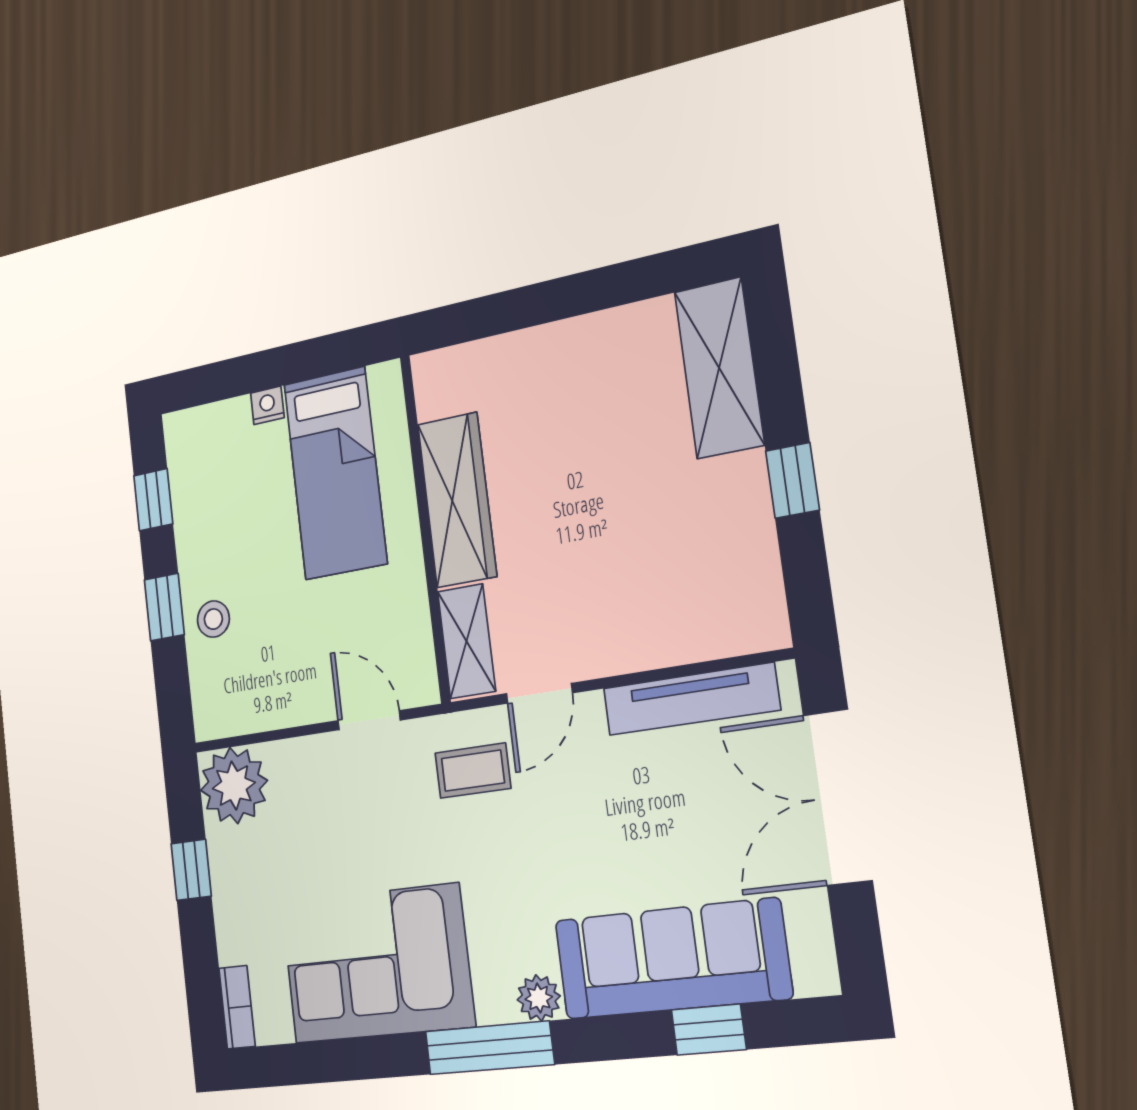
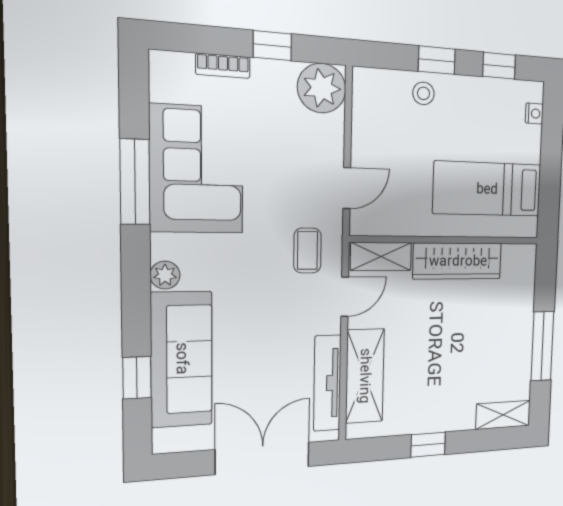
window: (587, 292) -> (542, 346), added
shelving: (719, 368) -> (503, 415), width x0.67, depth x0.75
nightstand: (267, 405) -> (534, 113), moved
shelving: (672, 632) -> (365, 376), added
door: (539, 693) -> (345, 297), swing flipped
bookcase: (237, 1007) -> (223, 66), moved
window: (489, 1048) -> (135, 182), moved

